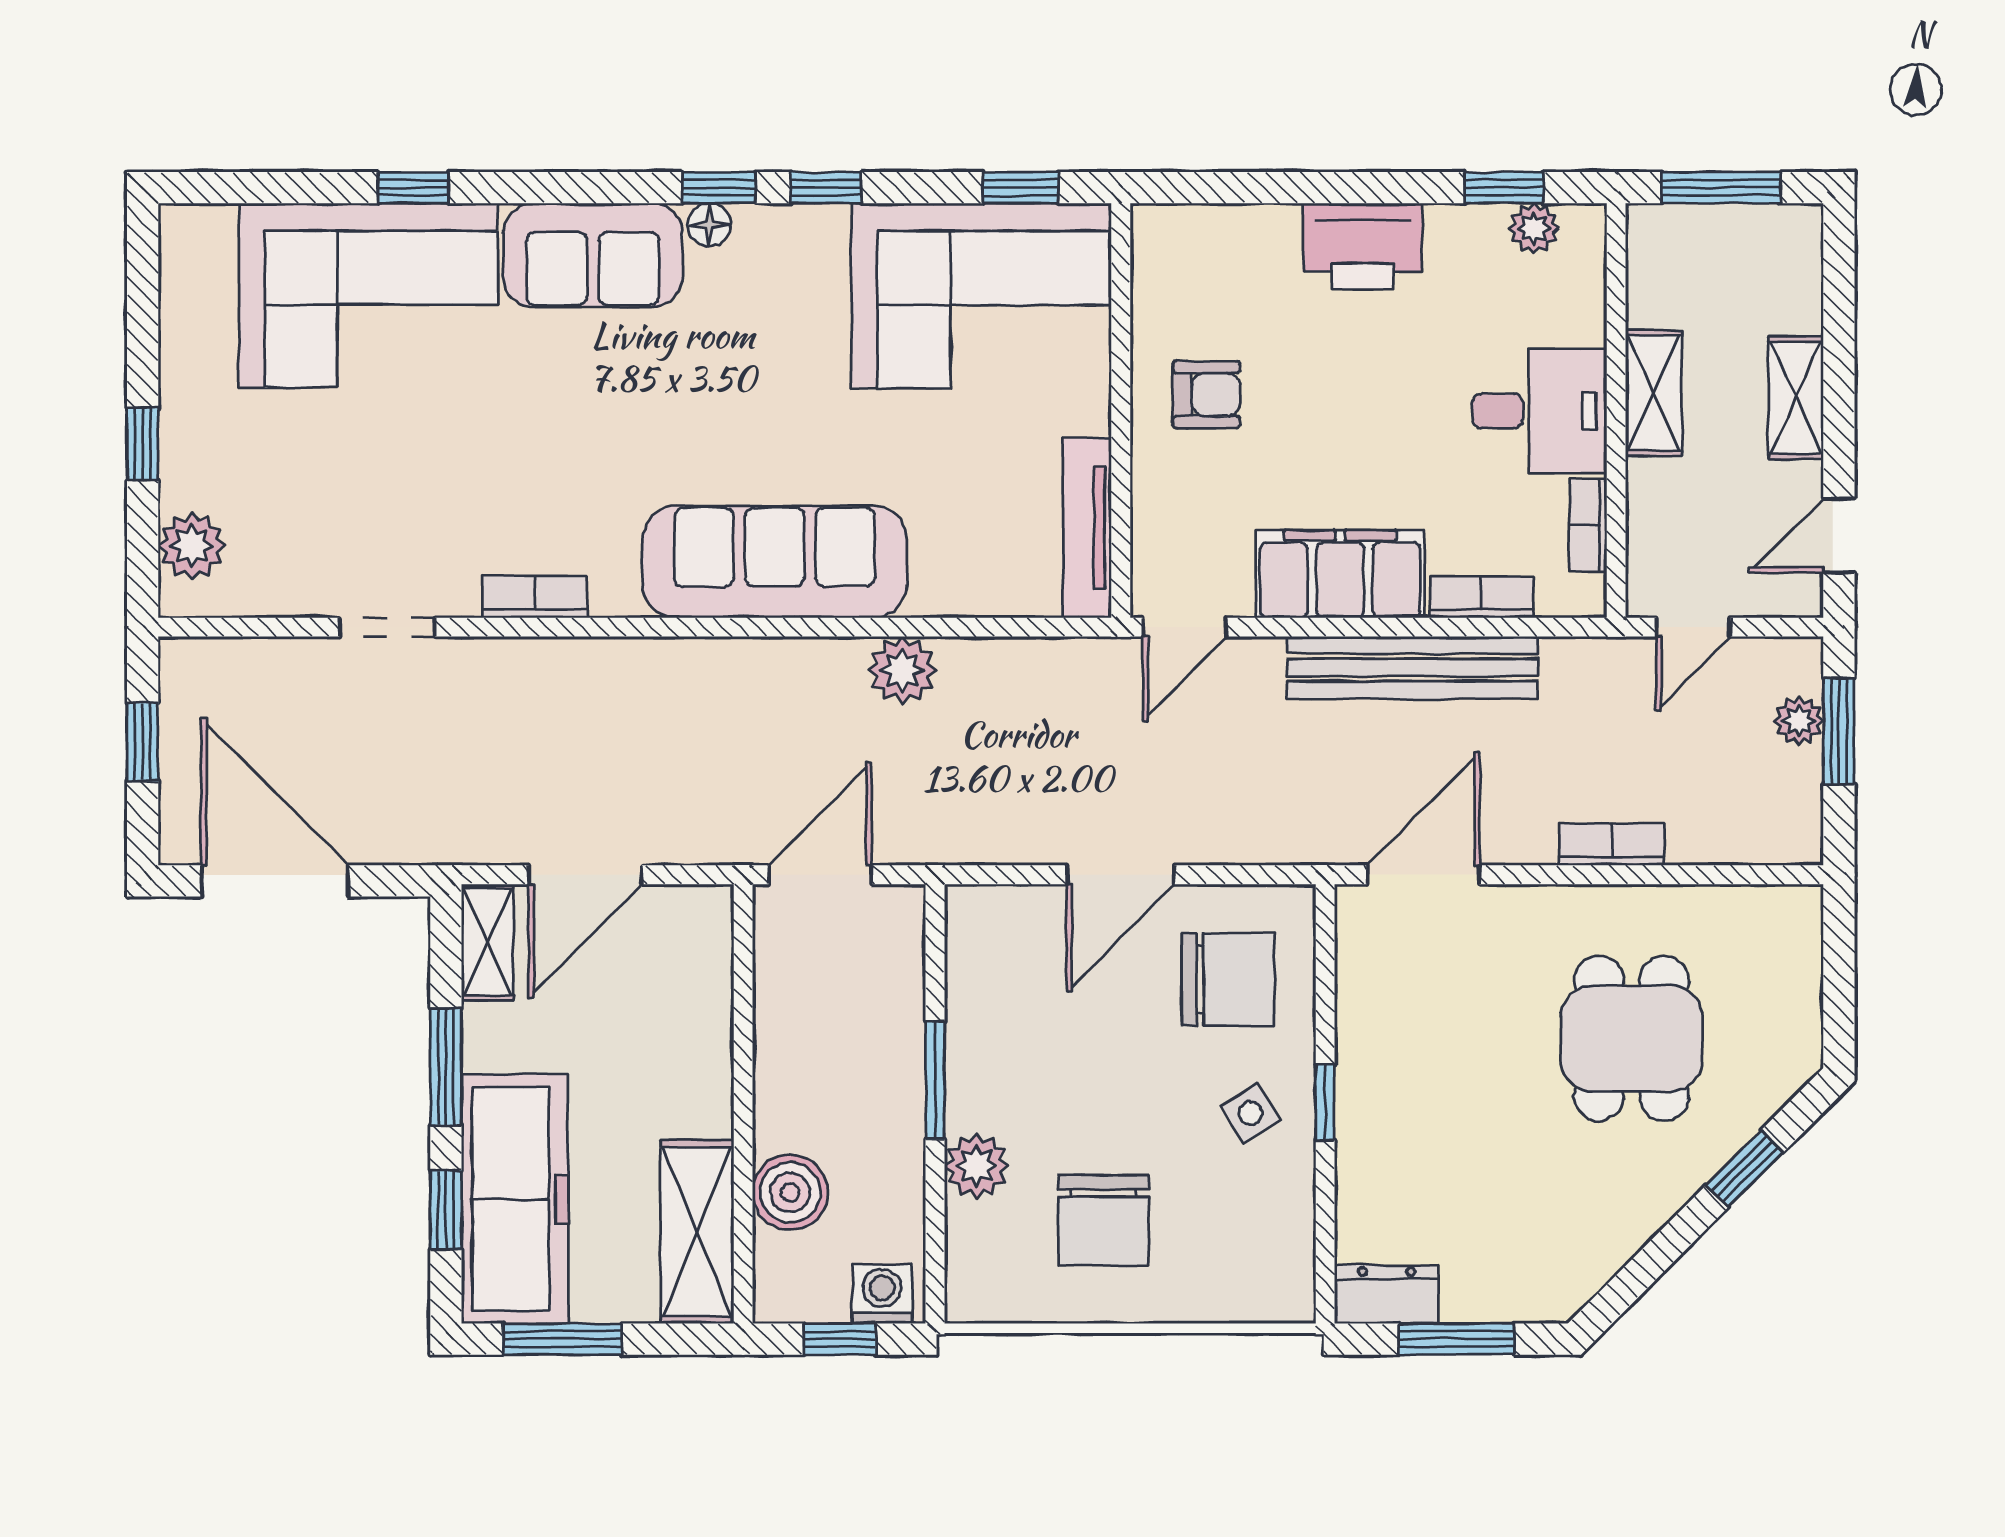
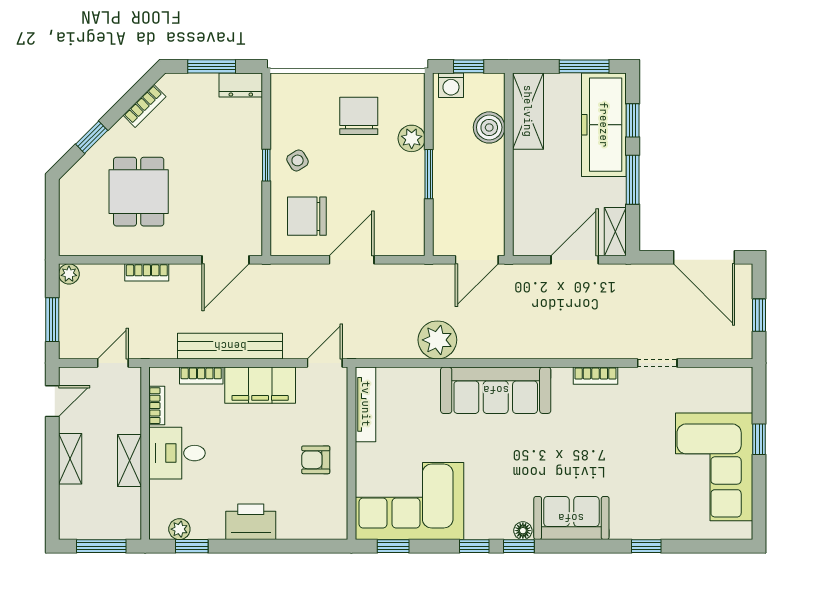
corner sofa: (368, 295) -> (714, 467), moved, turned -90
plant: (192, 546) -> (739, 397), removed
plant: (902, 670) -> (437, 340), width x1.36, depth x1.36
plant: (1799, 721) -> (69, 274), moved
bookcase: (1618, 1244) -> (144, 106), added

